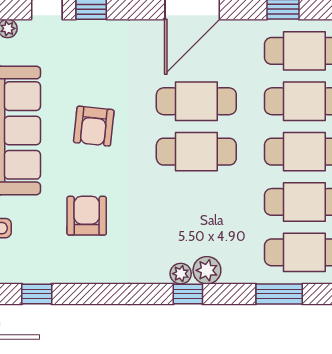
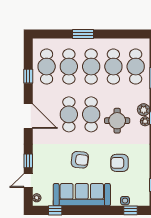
round table: (182, 210) -> (117, 121), added

